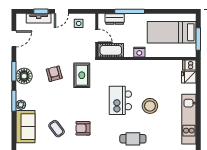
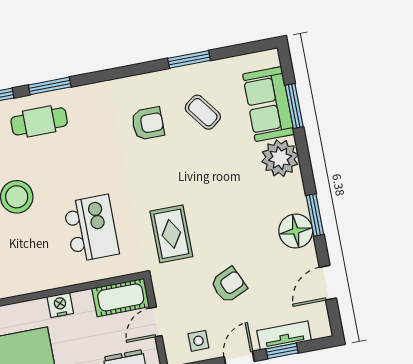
door: (97, 36) -> (156, 322), hinge flipped
armchair: (54, 74) -> (229, 285), moved, turned -99
floor lamp: (24, 76) -> (296, 231), moved
kitchen island: (120, 100) -> (91, 228), moved
window: (14, 101) -> (294, 106), moved
plant: (21, 105) -> (280, 158), width x1.87, depth x1.87

